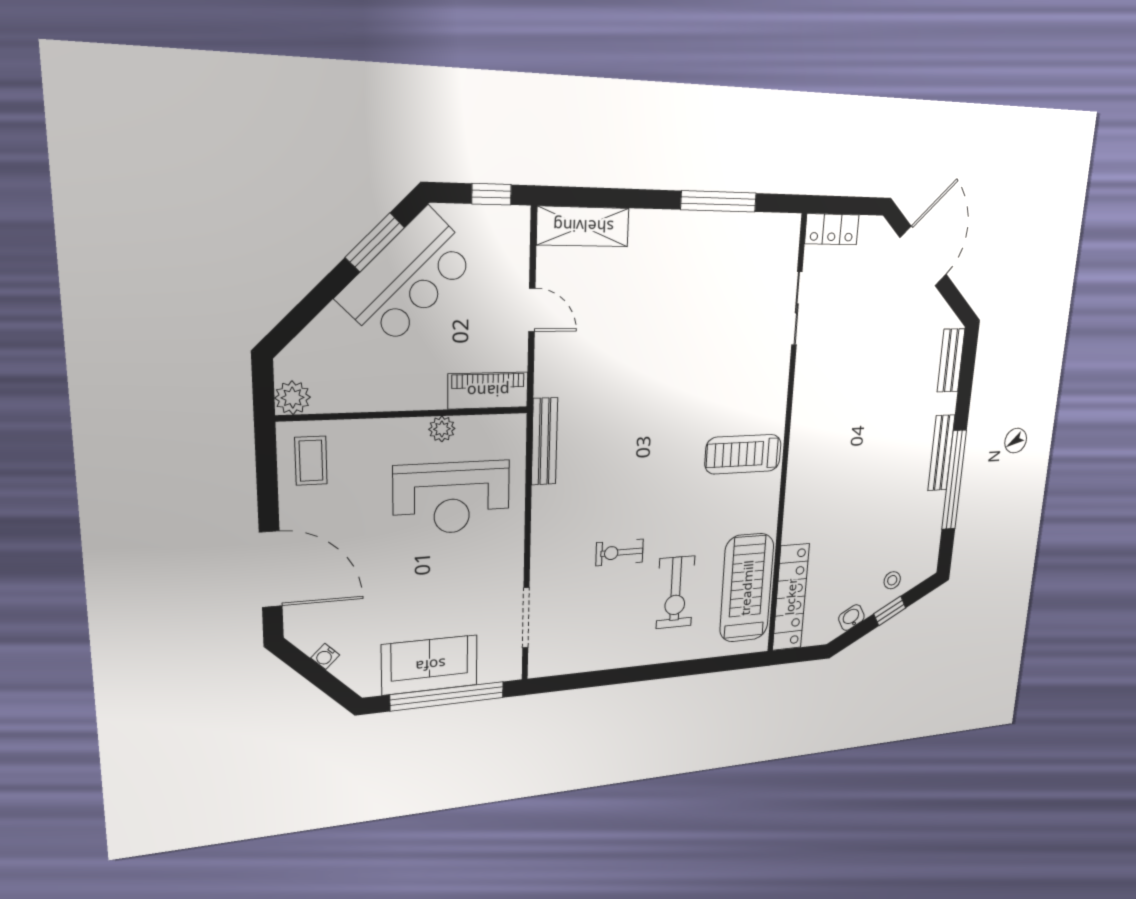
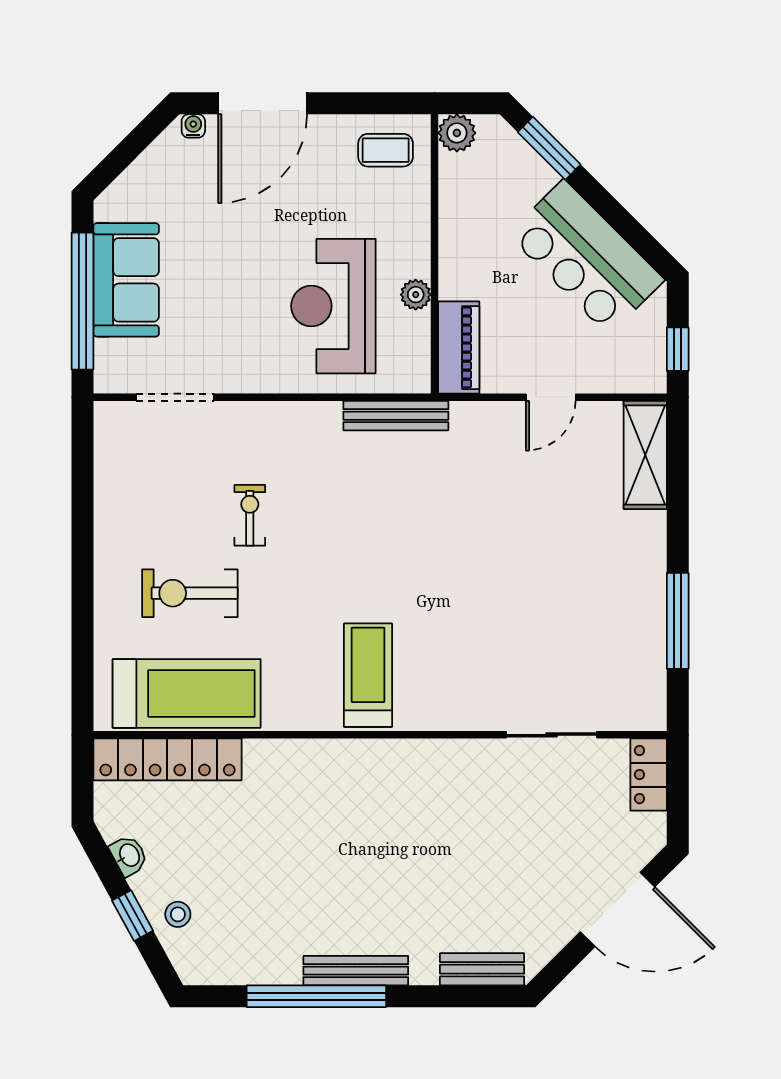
window: (375, 242) -> (549, 148), moved
water cooler: (325, 656) -> (193, 126), moved, turned 45

